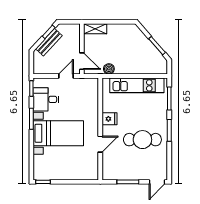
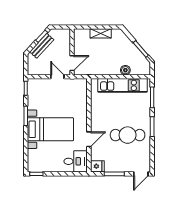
shelving: (95, 29) -> (101, 33), moved
door: (82, 61) -> (72, 63), hinge flipped
boiler: (109, 69) -> (125, 70), moved
door: (66, 76) -> (57, 77), hinge flipped
desk: (46, 99) -> (76, 161), moved, turned 180
fridge: (110, 119) -> (97, 166), moved

